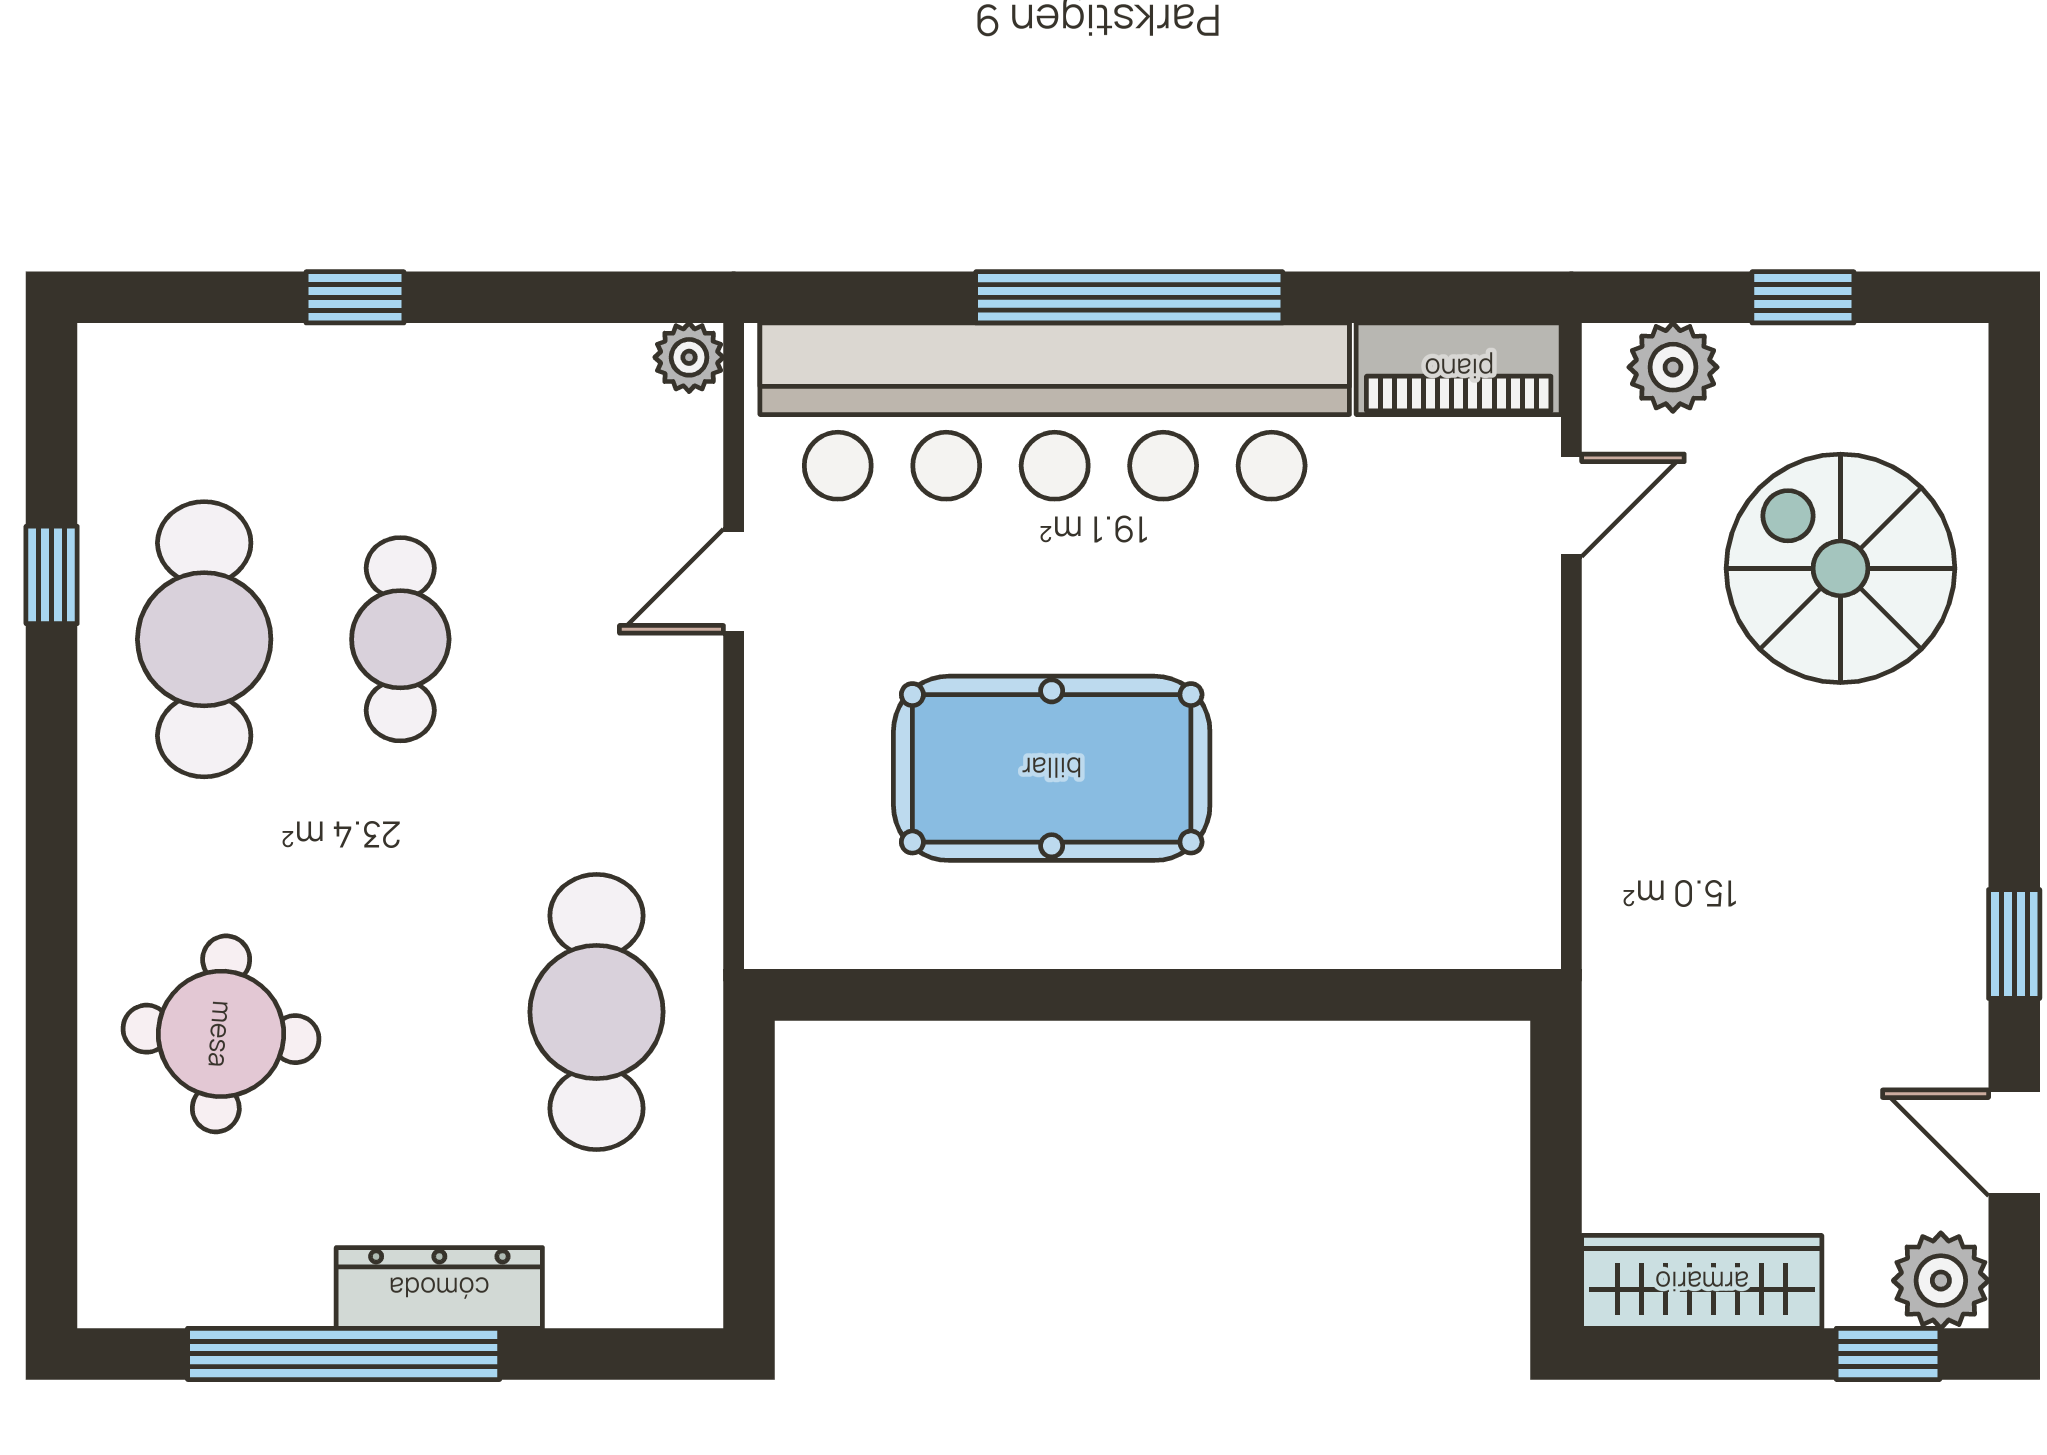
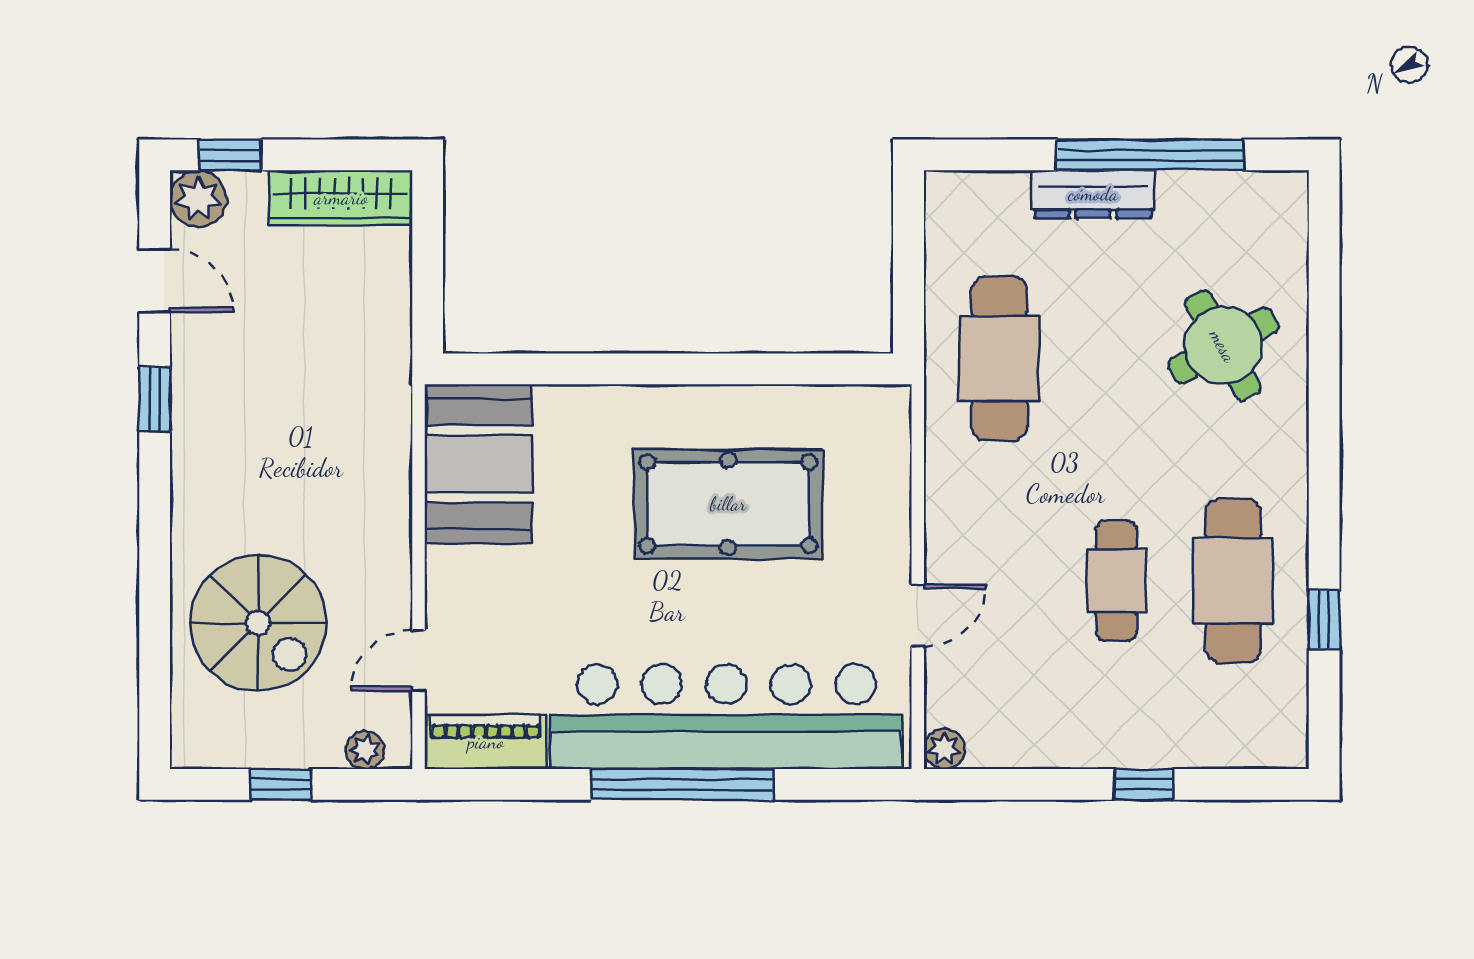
plant: (1673, 367) -> (365, 750), width x0.73, depth x0.73
booth: (1471, 835) -> (478, 464), added
round table: (221, 1034) -> (1223, 346), turned -33

